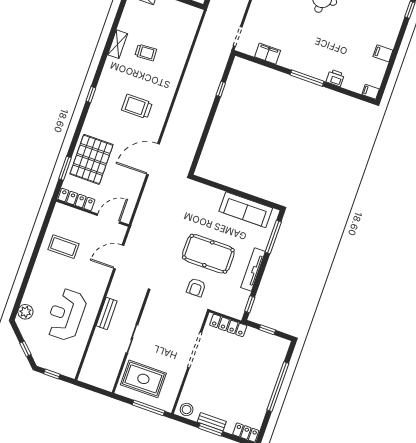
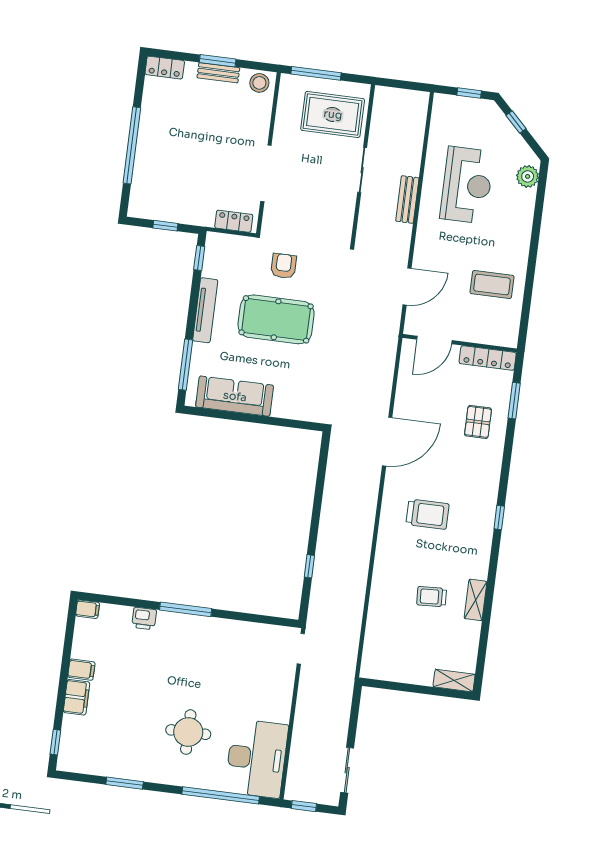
filing cabinet: (268, 54) -> (76, 697), moved, turned -90
pallet: (91, 159) -> (478, 422), width x0.49, depth x0.50
locker: (228, 325) -> (234, 221), width x0.66

